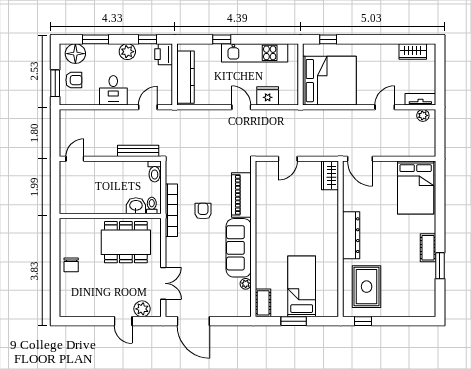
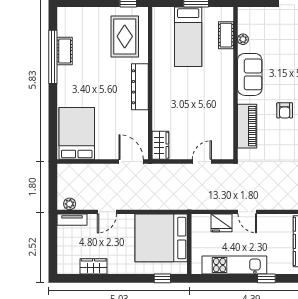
wardrobe: (413, 52) -> (94, 266), moved
sofa: (239, 248) -> (250, 74), width x0.73
cot: (428, 248) -> (65, 51), moved
window: (440, 266) -> (53, 57), width x2.11
cot: (263, 303) -> (226, 35), moved

